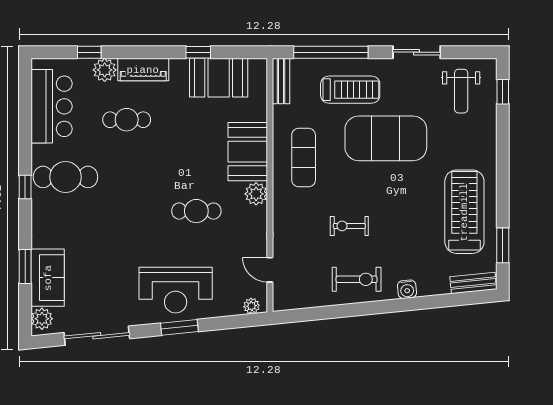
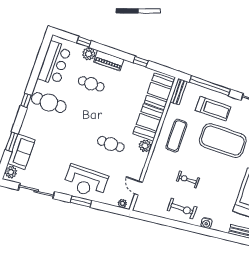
booth: (219, 78) -> (159, 91), moved, turned 90

